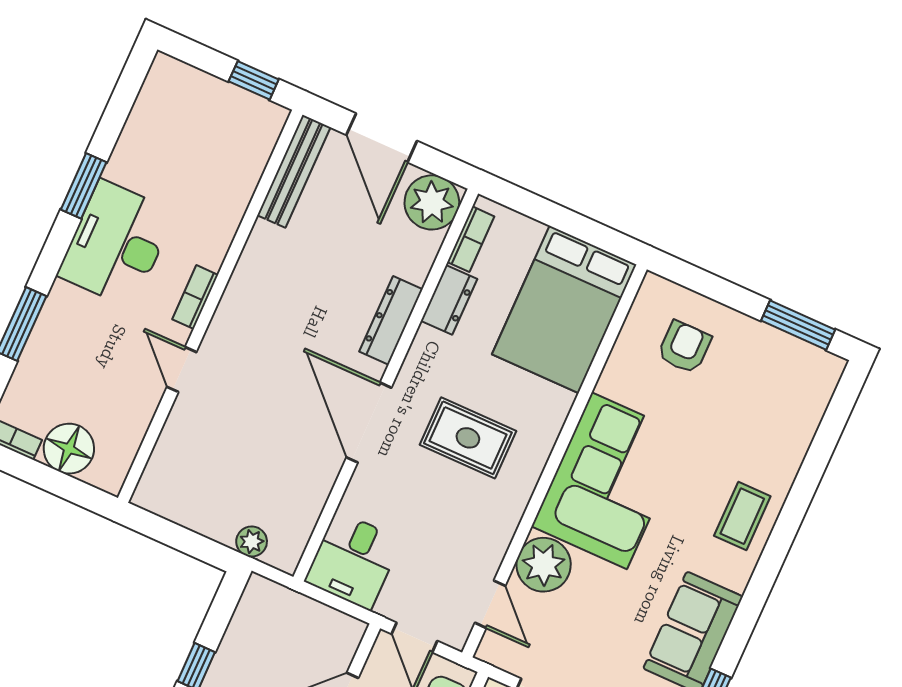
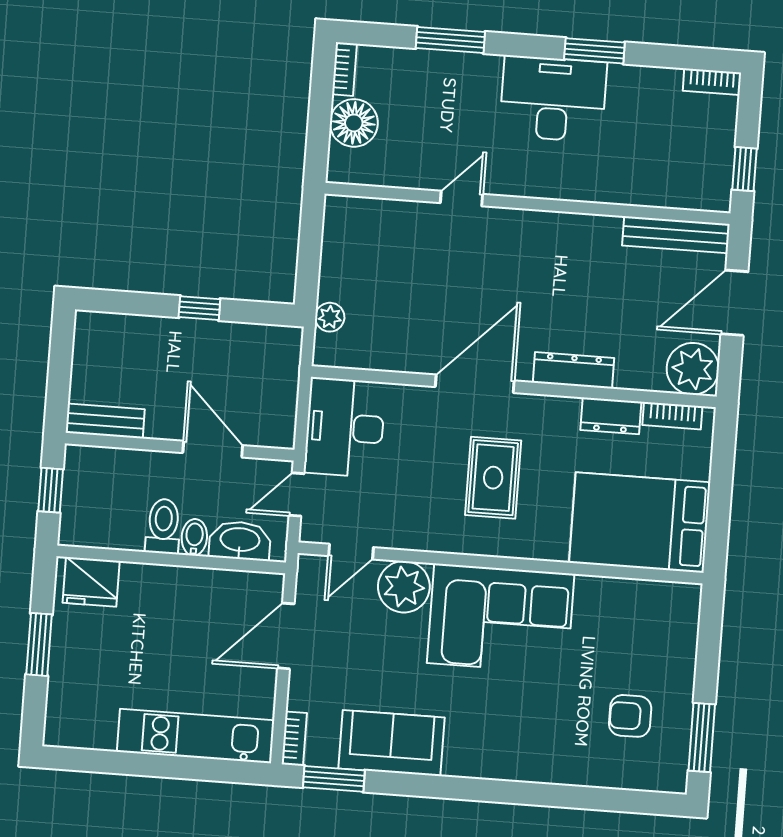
bookcase: (195, 297) -> (712, 82), moved, turned 180
armchair: (684, 347) -> (630, 716), moved, turned 180
coffee table: (742, 516) -> (512, 749), removed
desk: (353, 560) -> (345, 427), width x1.37

